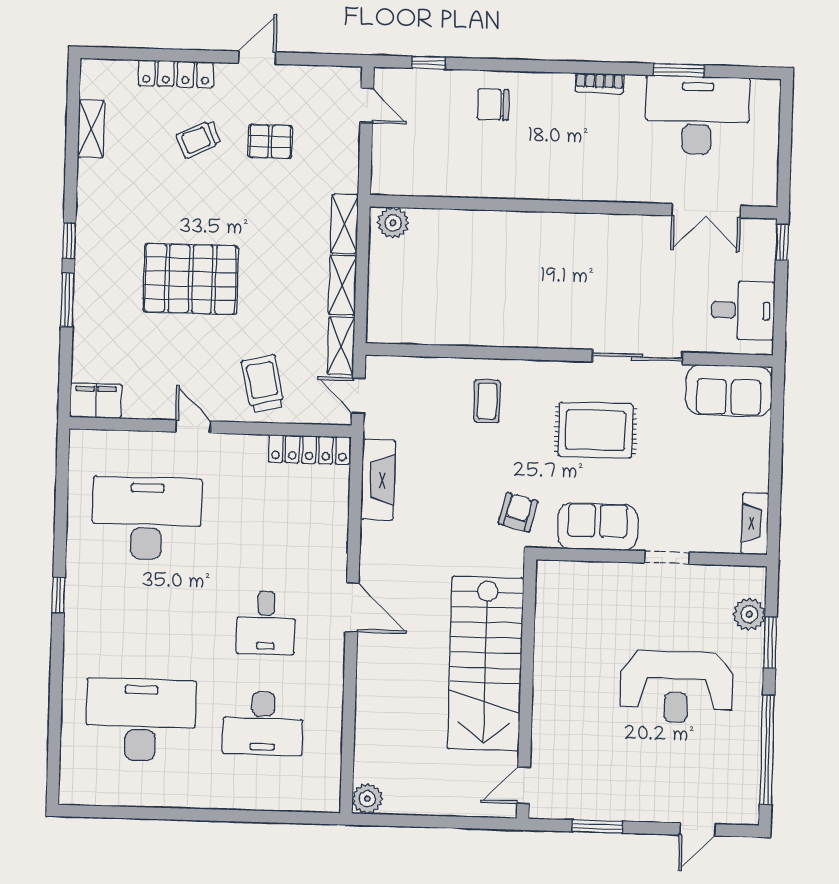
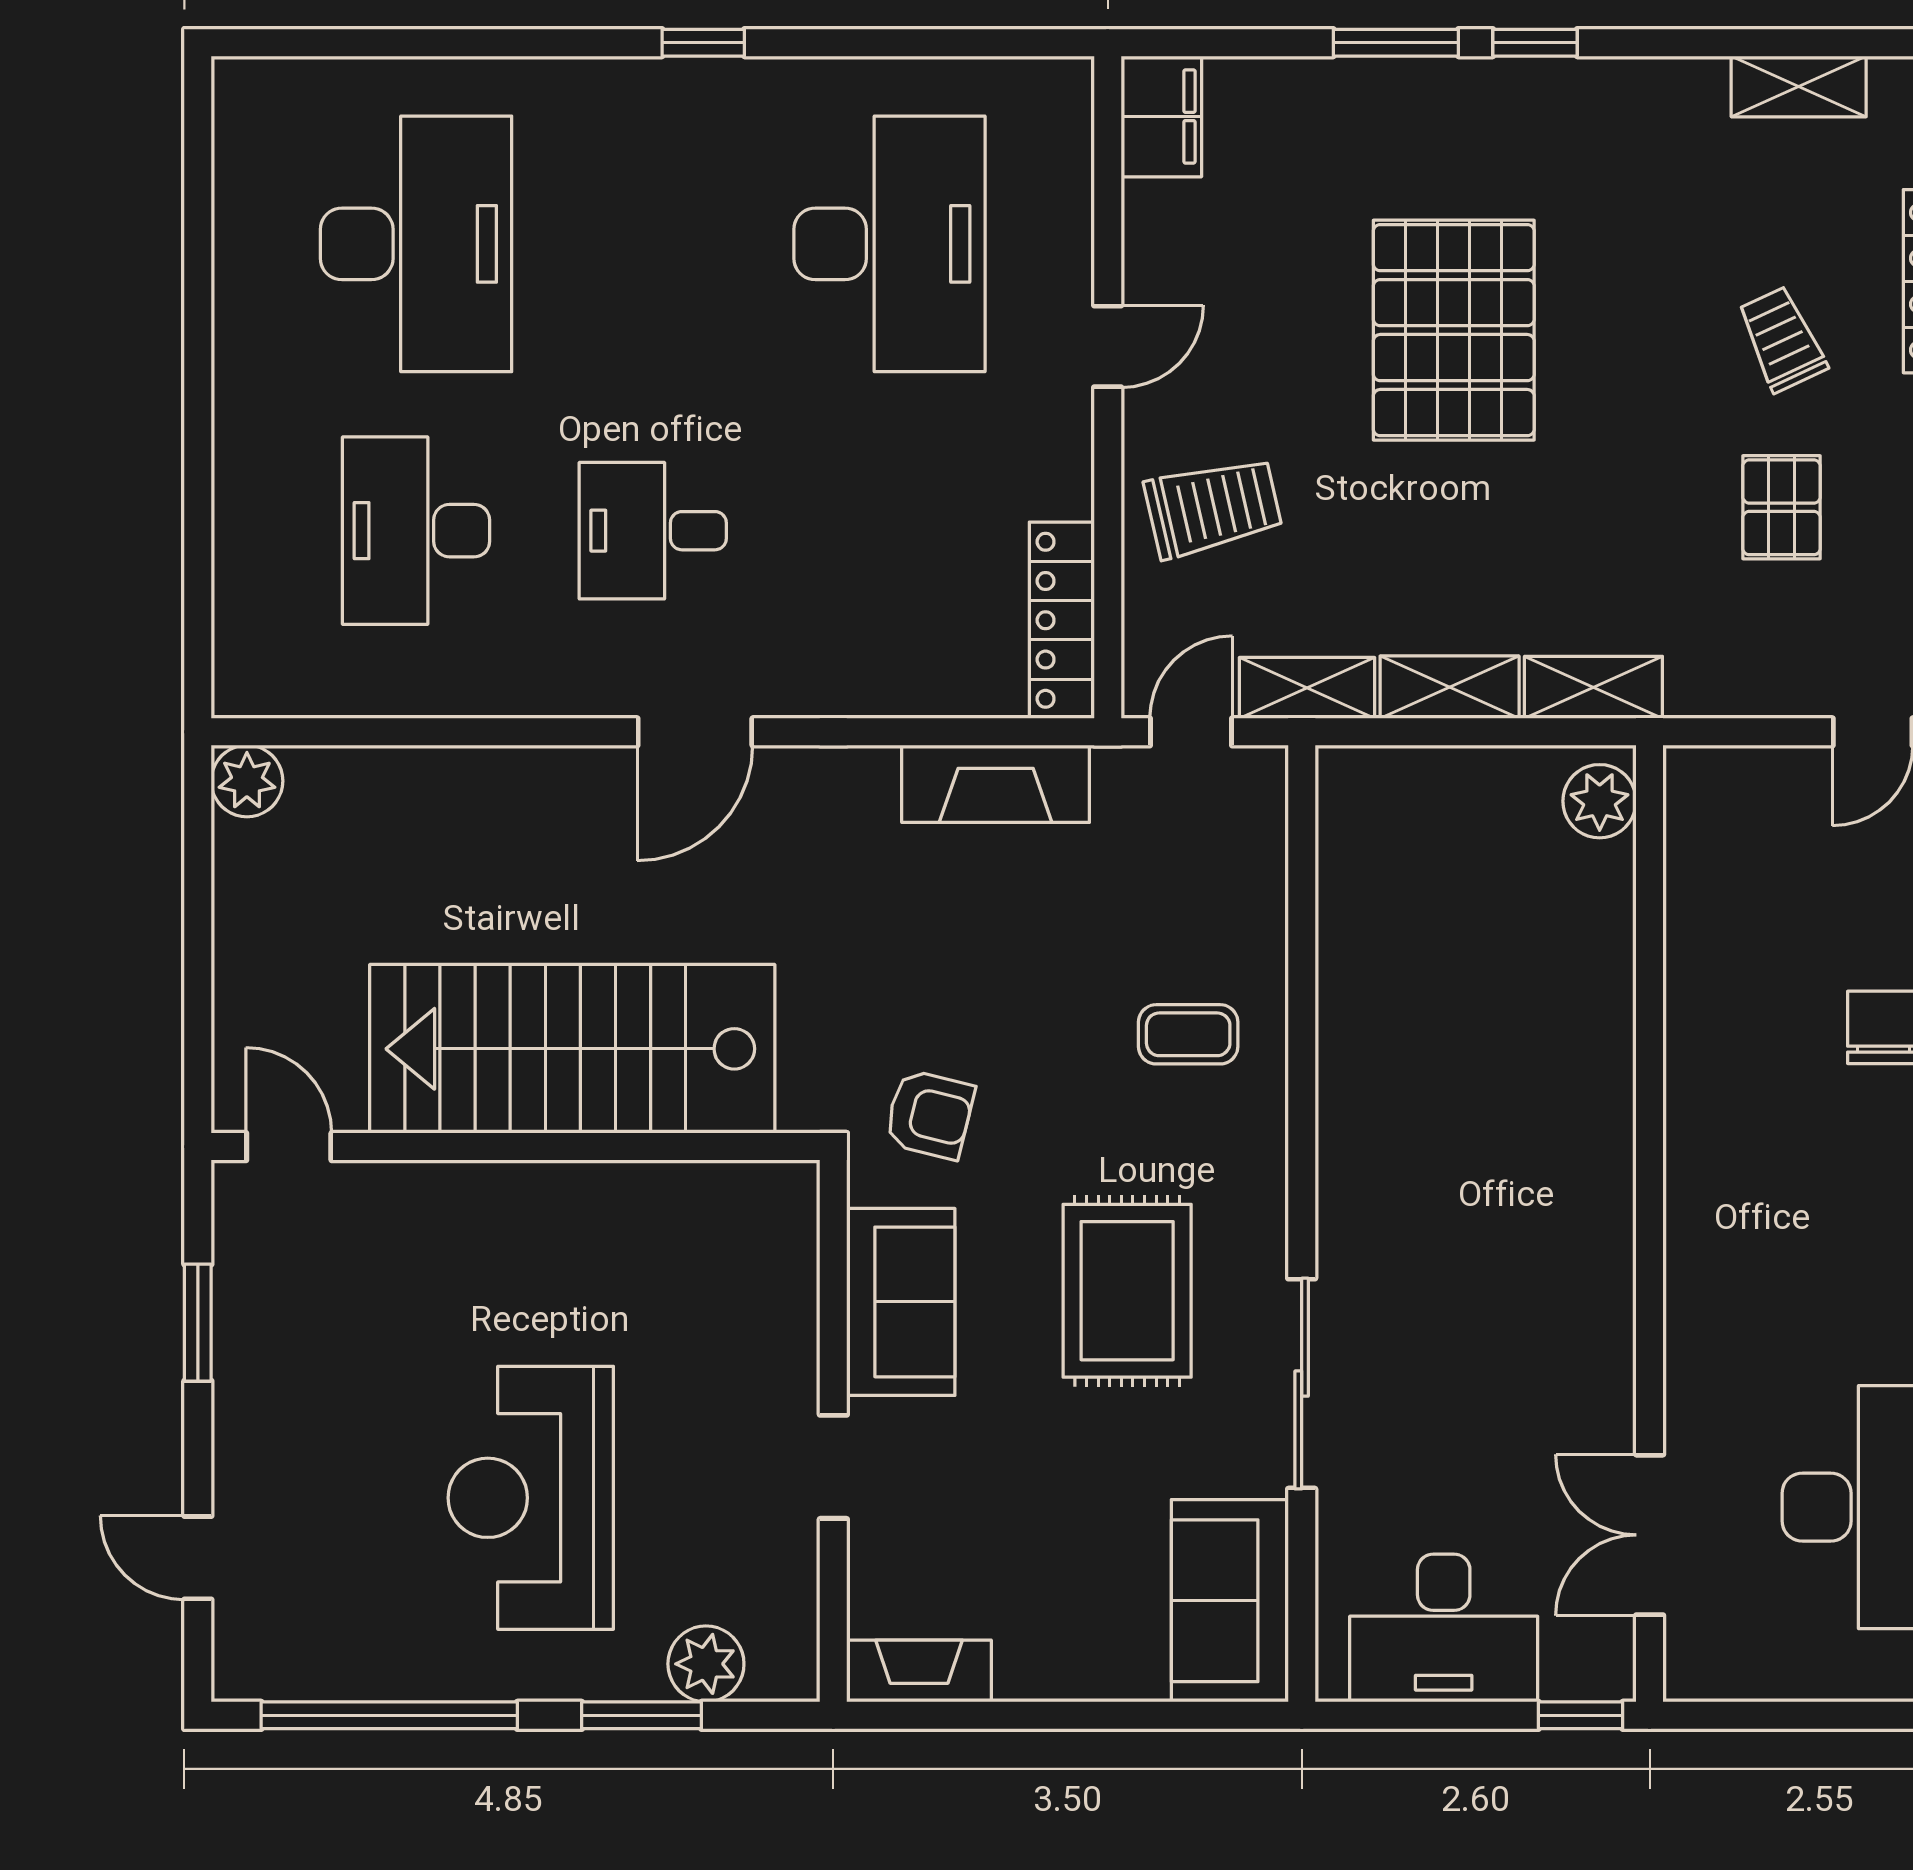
desk: (743, 310) -> (1444, 1628), width x1.37

